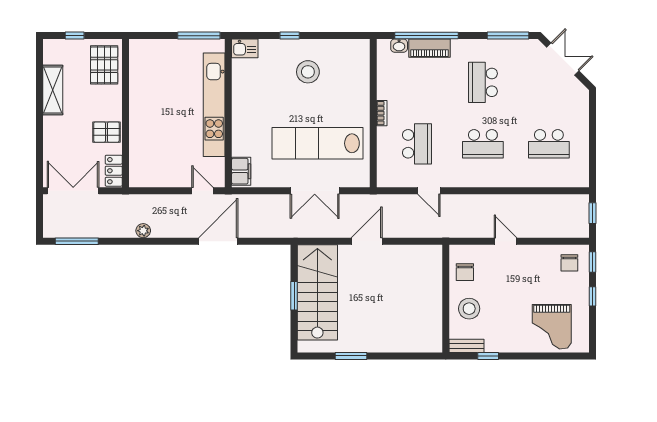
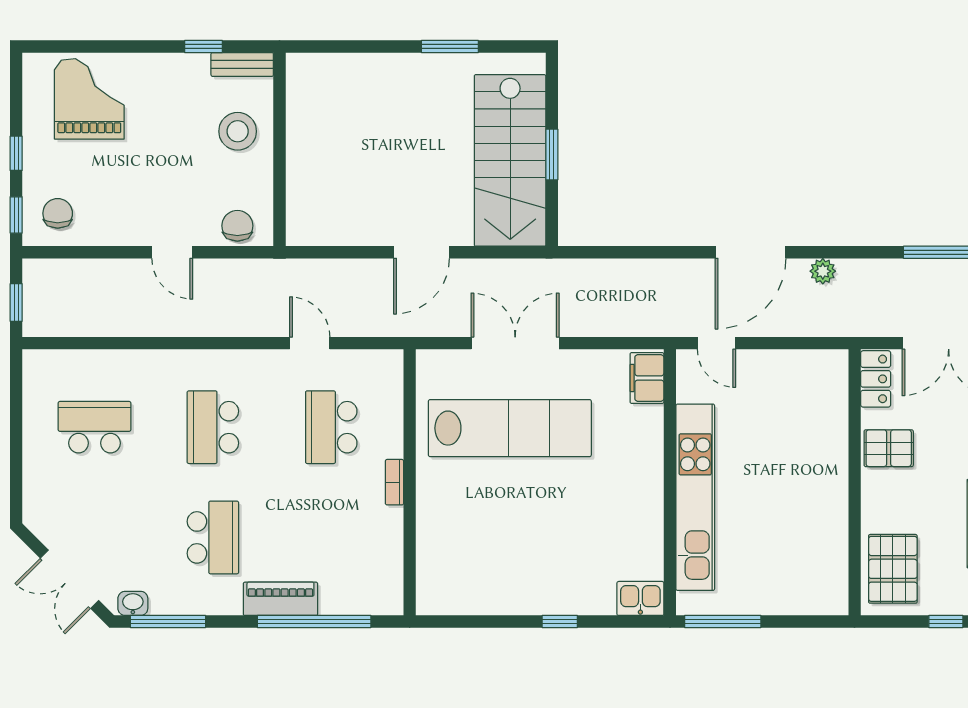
washbasin: (399, 46) -> (133, 603), moved
piano: (429, 48) -> (280, 599), moved
stool: (308, 72) -> (527, 556), removed
school desk: (483, 144) -> (213, 427), turned -90
door: (218, 241) -> (751, 252), moved
chair: (465, 272) -> (237, 226), moved

